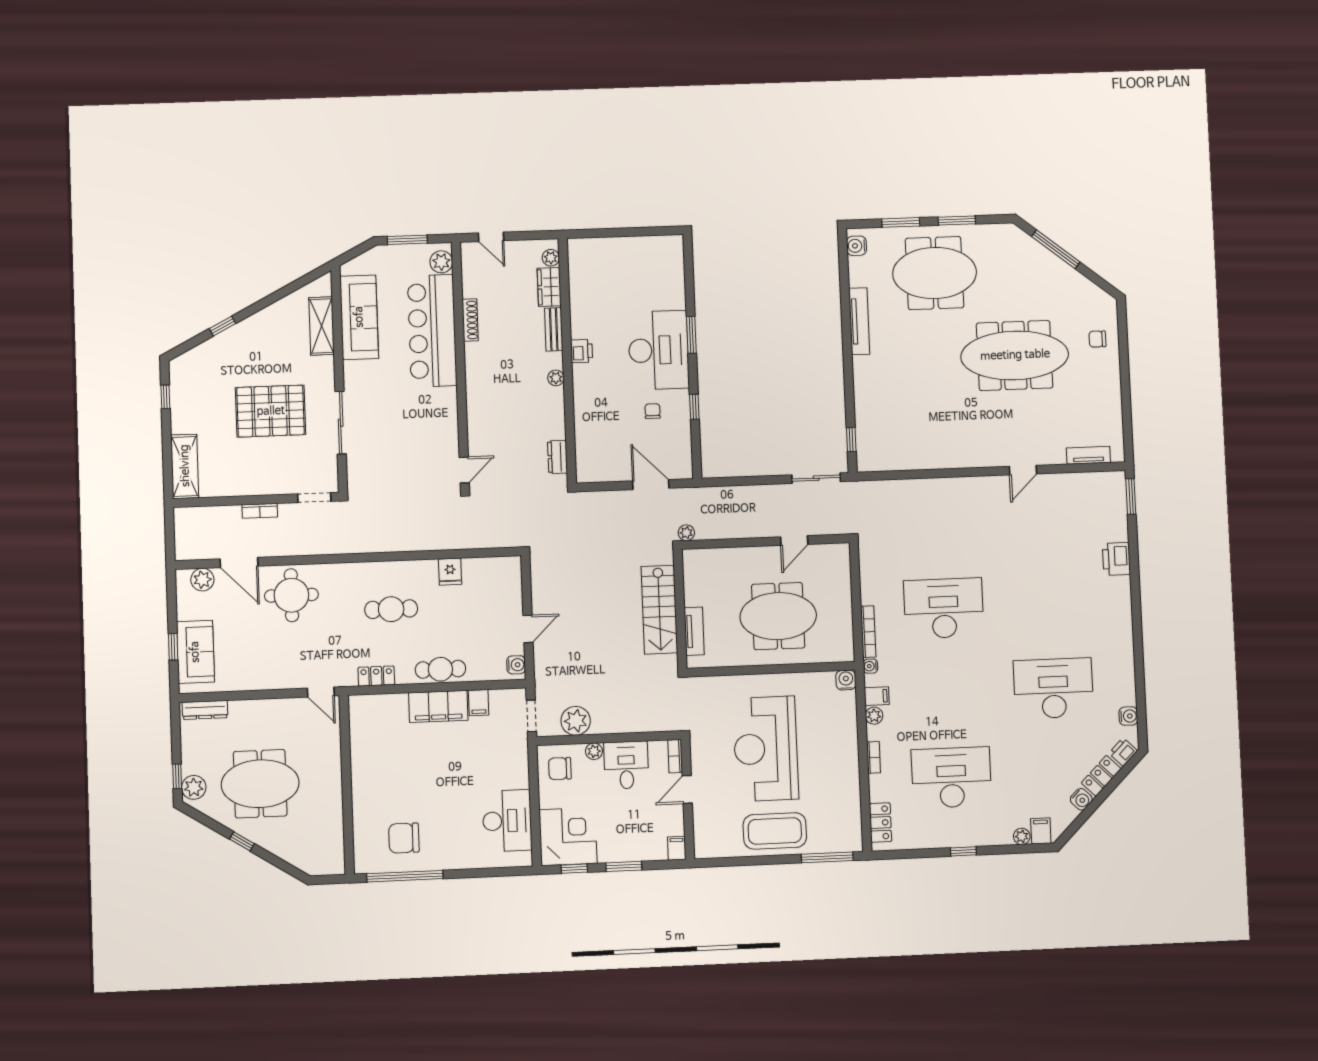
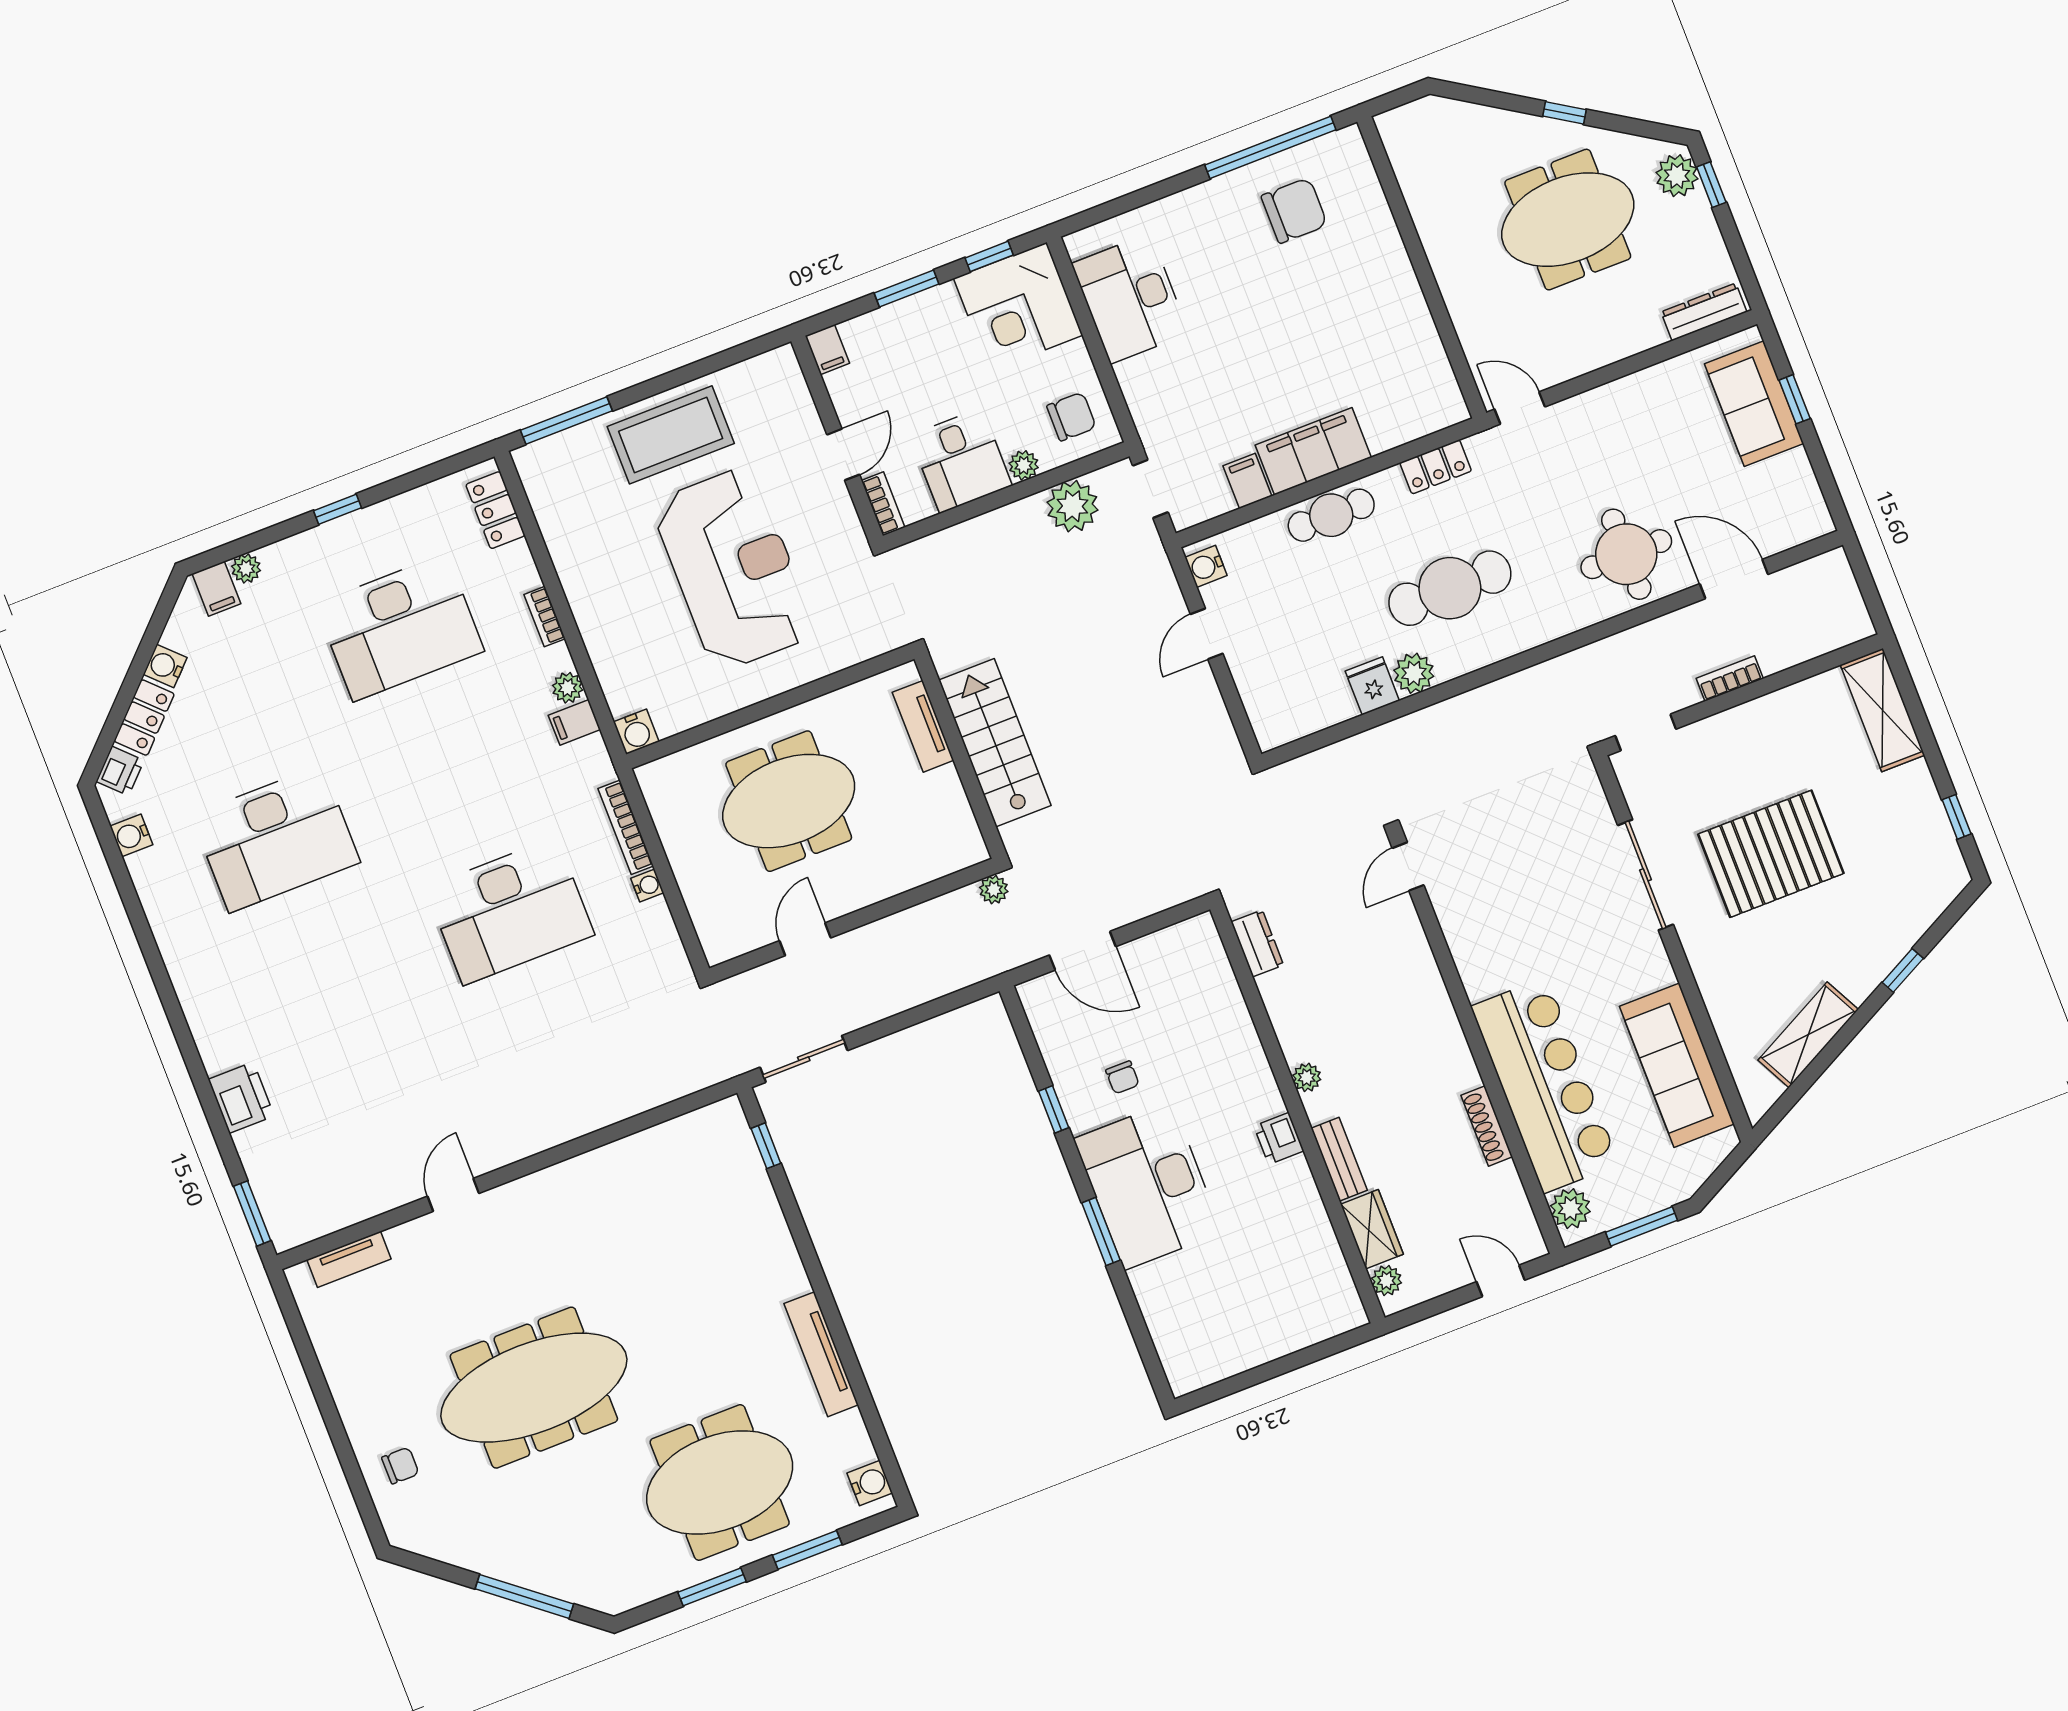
shelving: (321, 326) -> (1808, 1035), moved, turned 63
plant: (202, 580) -> (1414, 673), moved
cafe table: (391, 609) -> (1450, 588), width x1.37, depth x1.35
water cooler: (870, 666) -> (647, 885), moved

